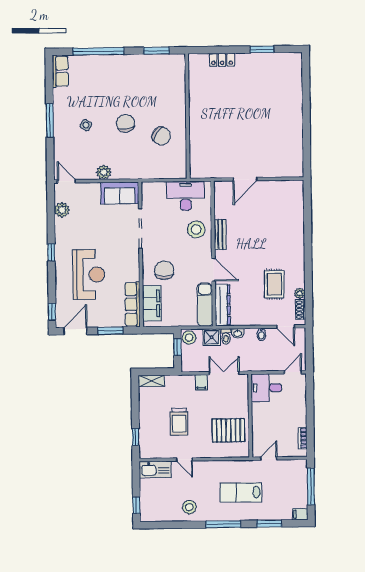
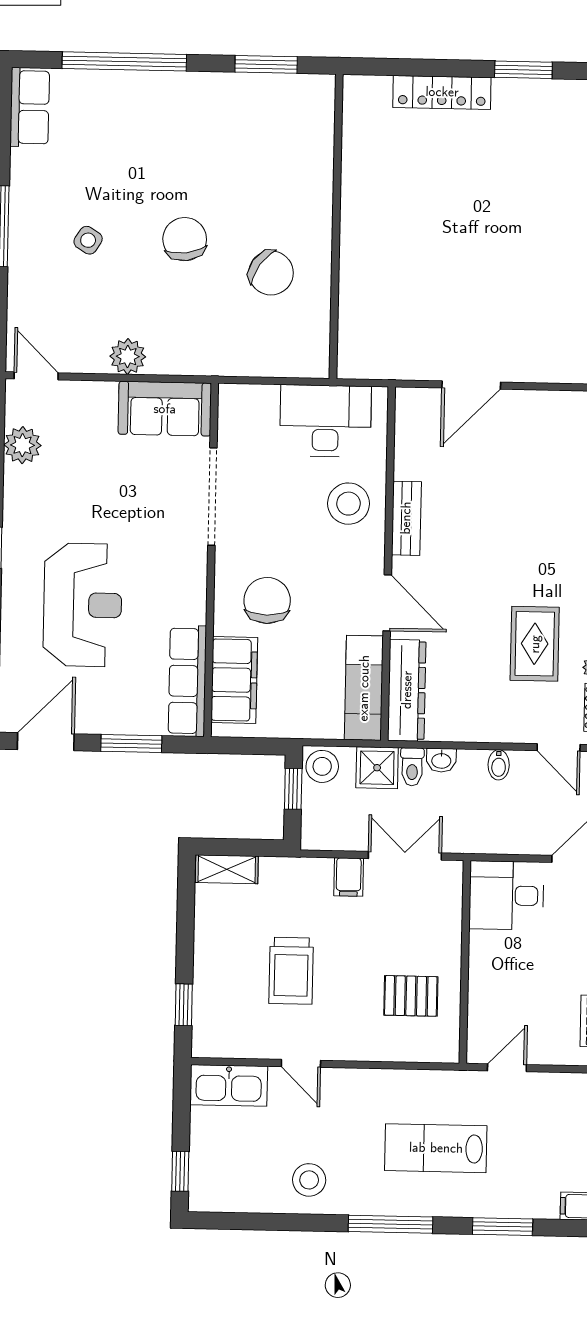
locker: (222, 60) -> (442, 92), width x1.53
pallet: (228, 430) -> (411, 996), width x0.67, depth x0.71

